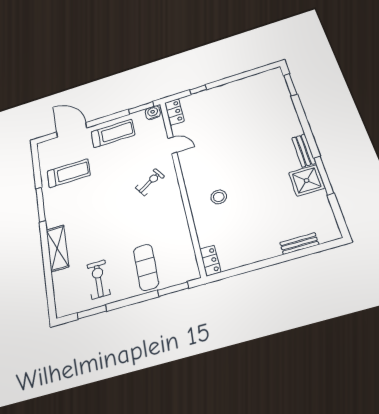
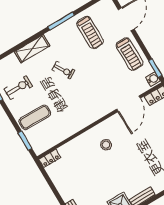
door: (172, 145) -> (128, 104), width x1.88
exercise bike: (150, 182) -> (63, 70), moved
stool: (219, 197) -> (106, 145), moved

